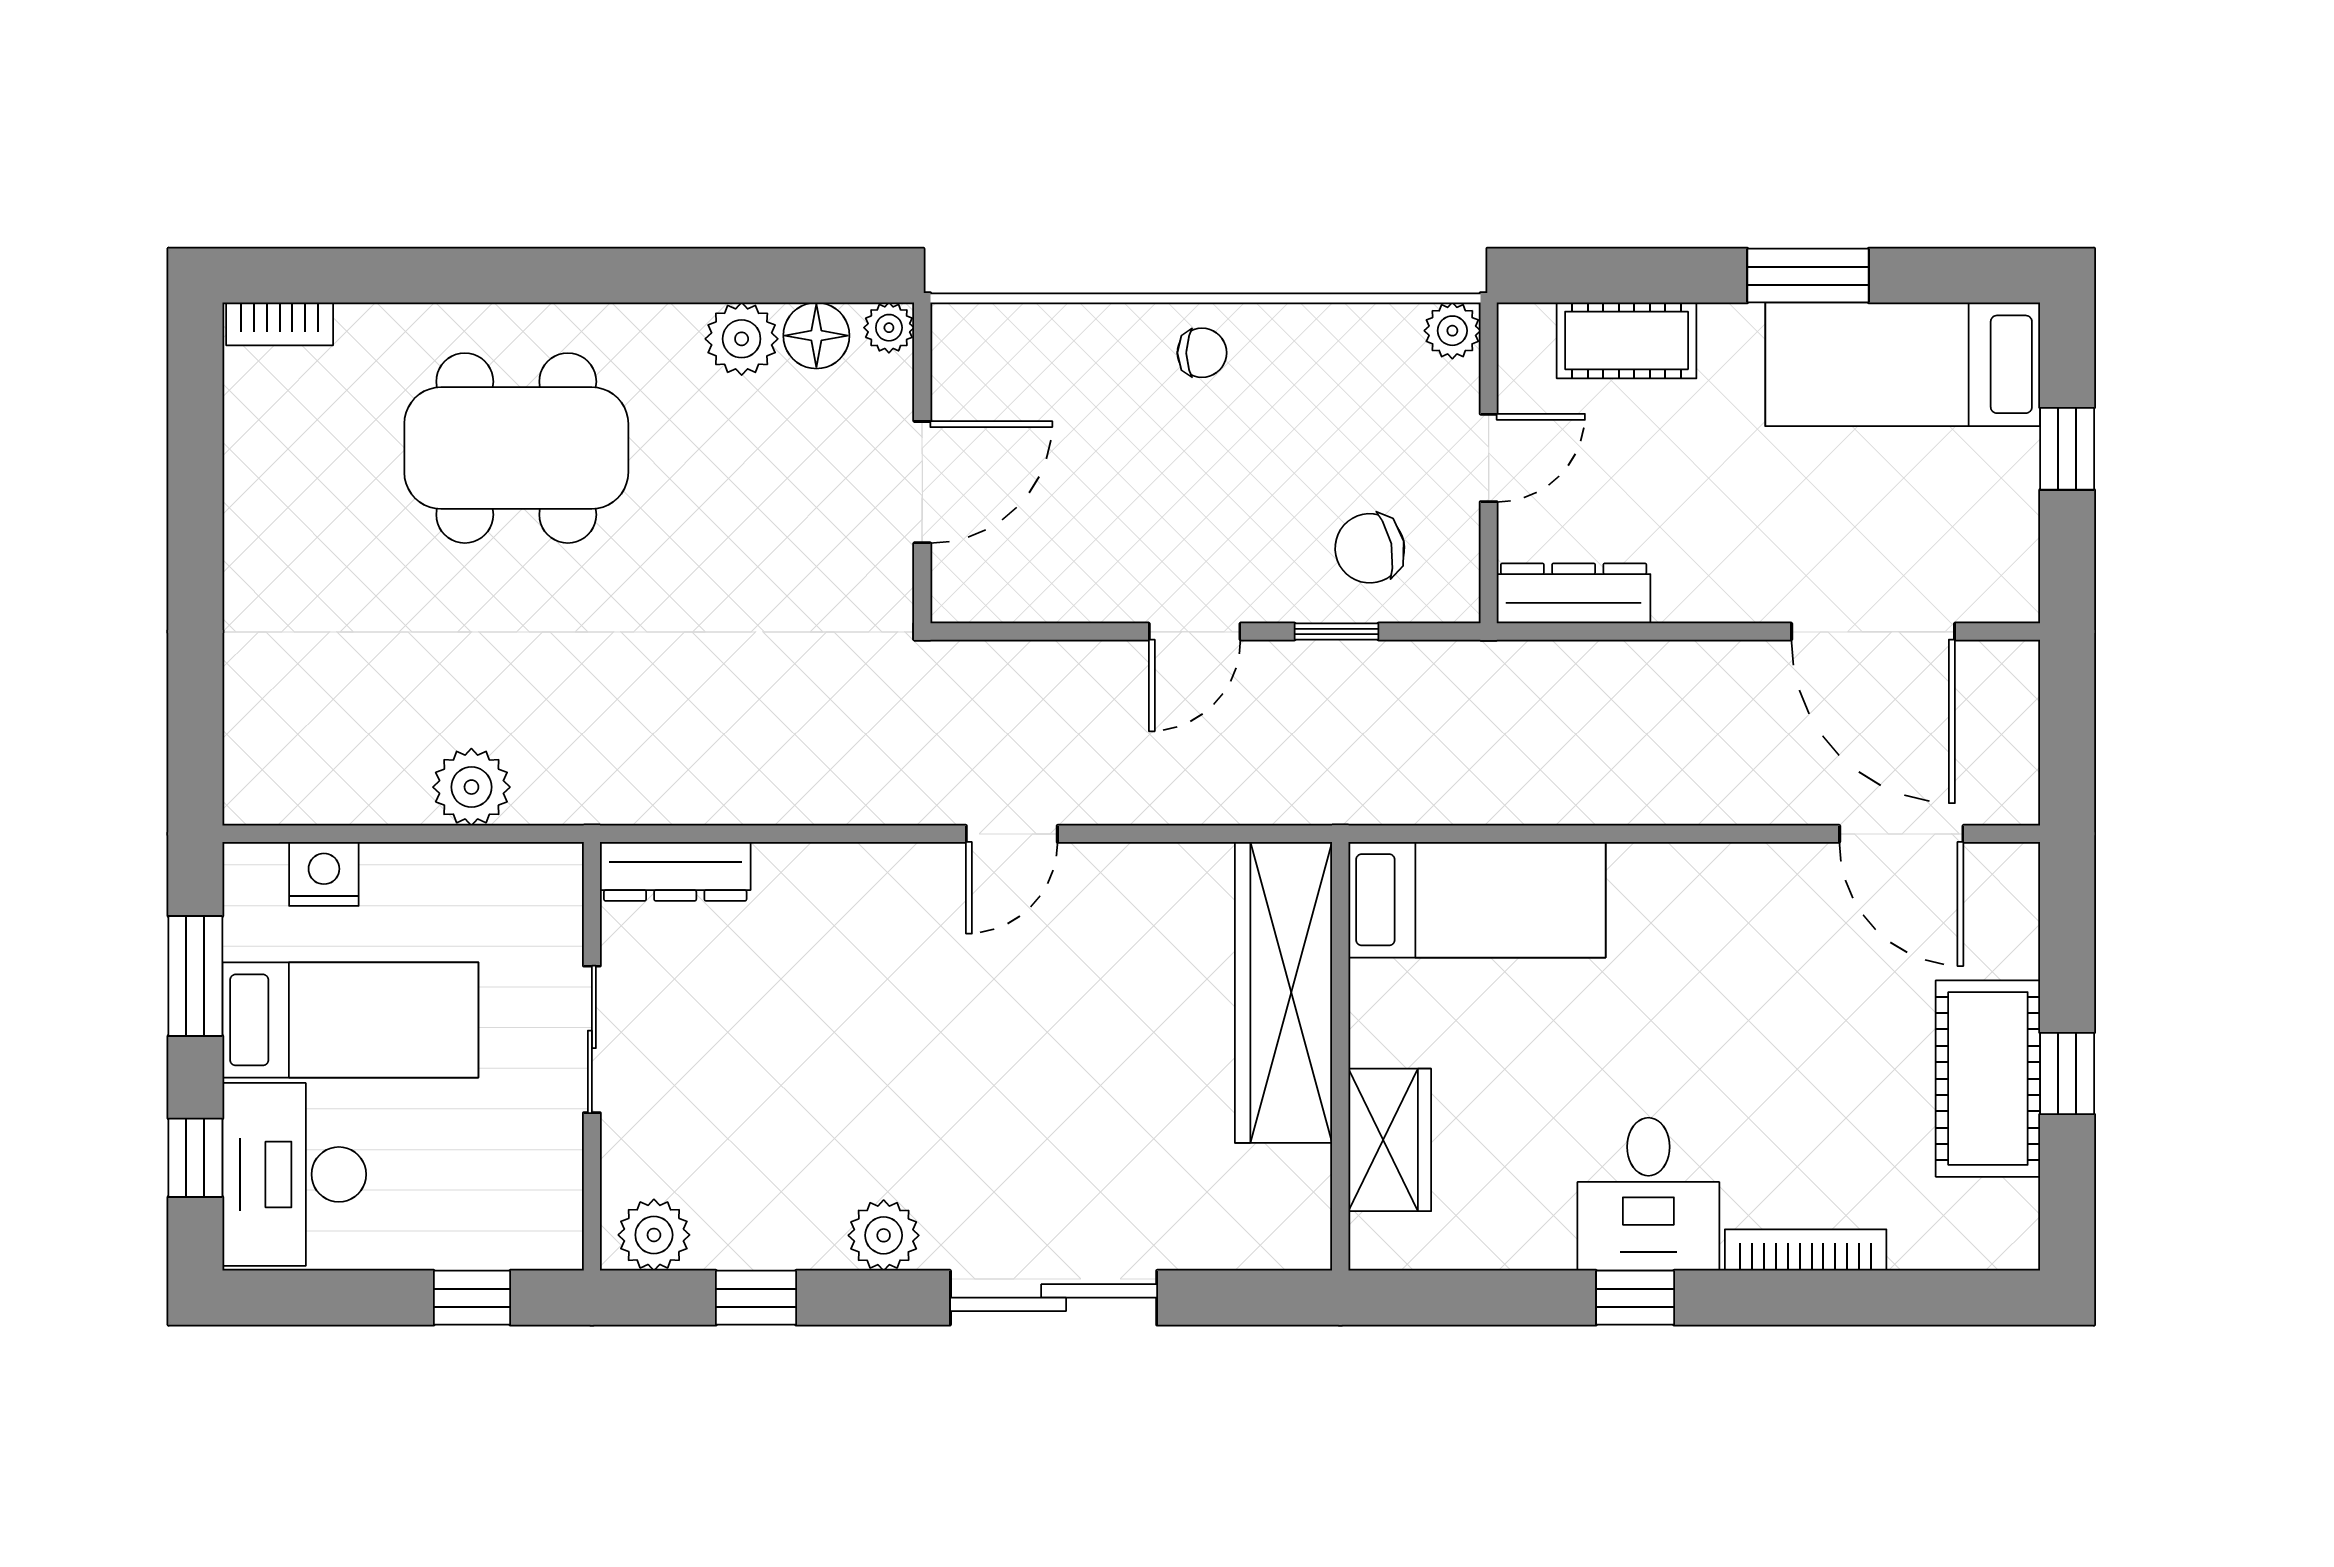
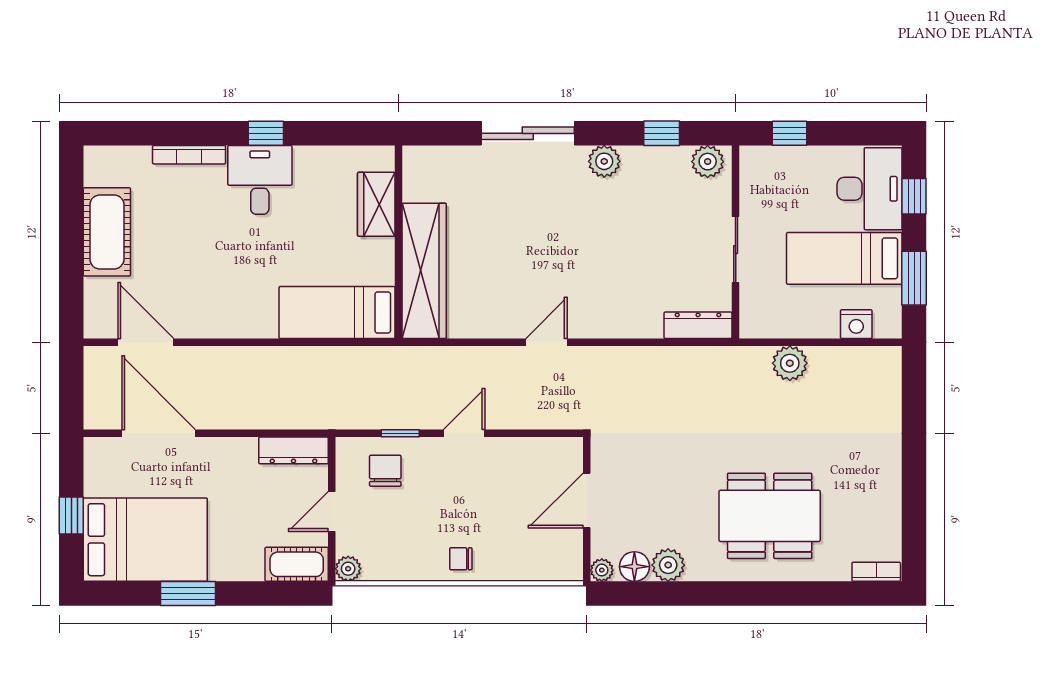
cot: (1627, 340) -> (297, 564), moved
bed: (1903, 364) -> (145, 540), width x1.50
chair: (1370, 548) -> (385, 471), turned -78
window: (2067, 1073) -> (71, 234), removed

